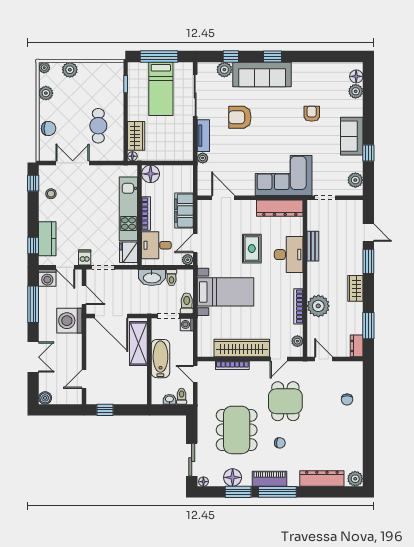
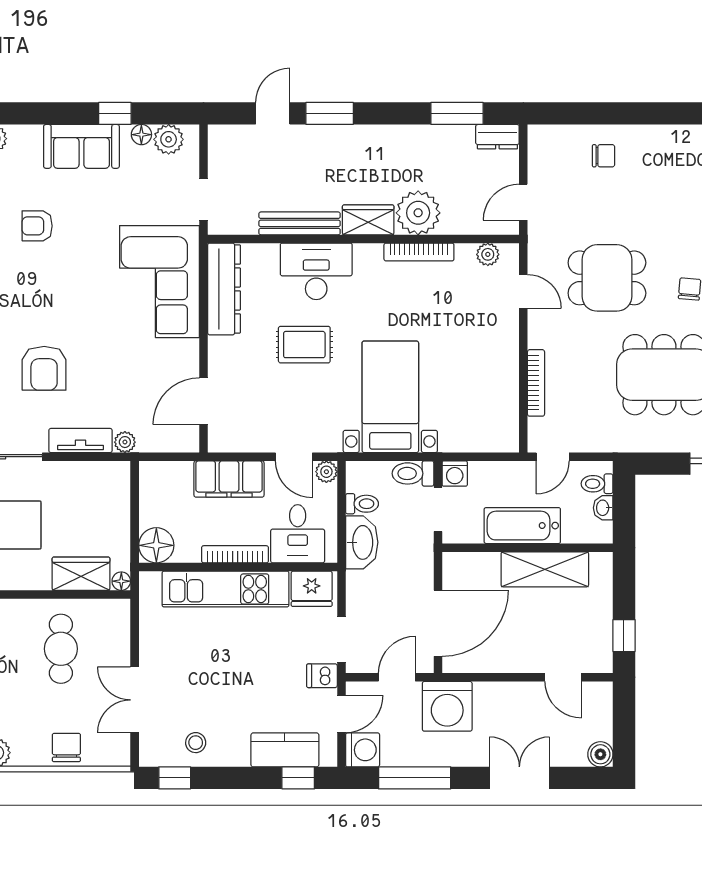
cafe table: (98, 126) -> (61, 649), turned 90
floor lamp: (358, 166) -> (141, 135), added
bench: (313, 246) -> (300, 223), width x1.36
wardrobe: (355, 288) -> (368, 220), moved, turned 180
shelving: (138, 344) -> (545, 569), moved
wardrobe: (242, 348) -> (502, 365), removed

